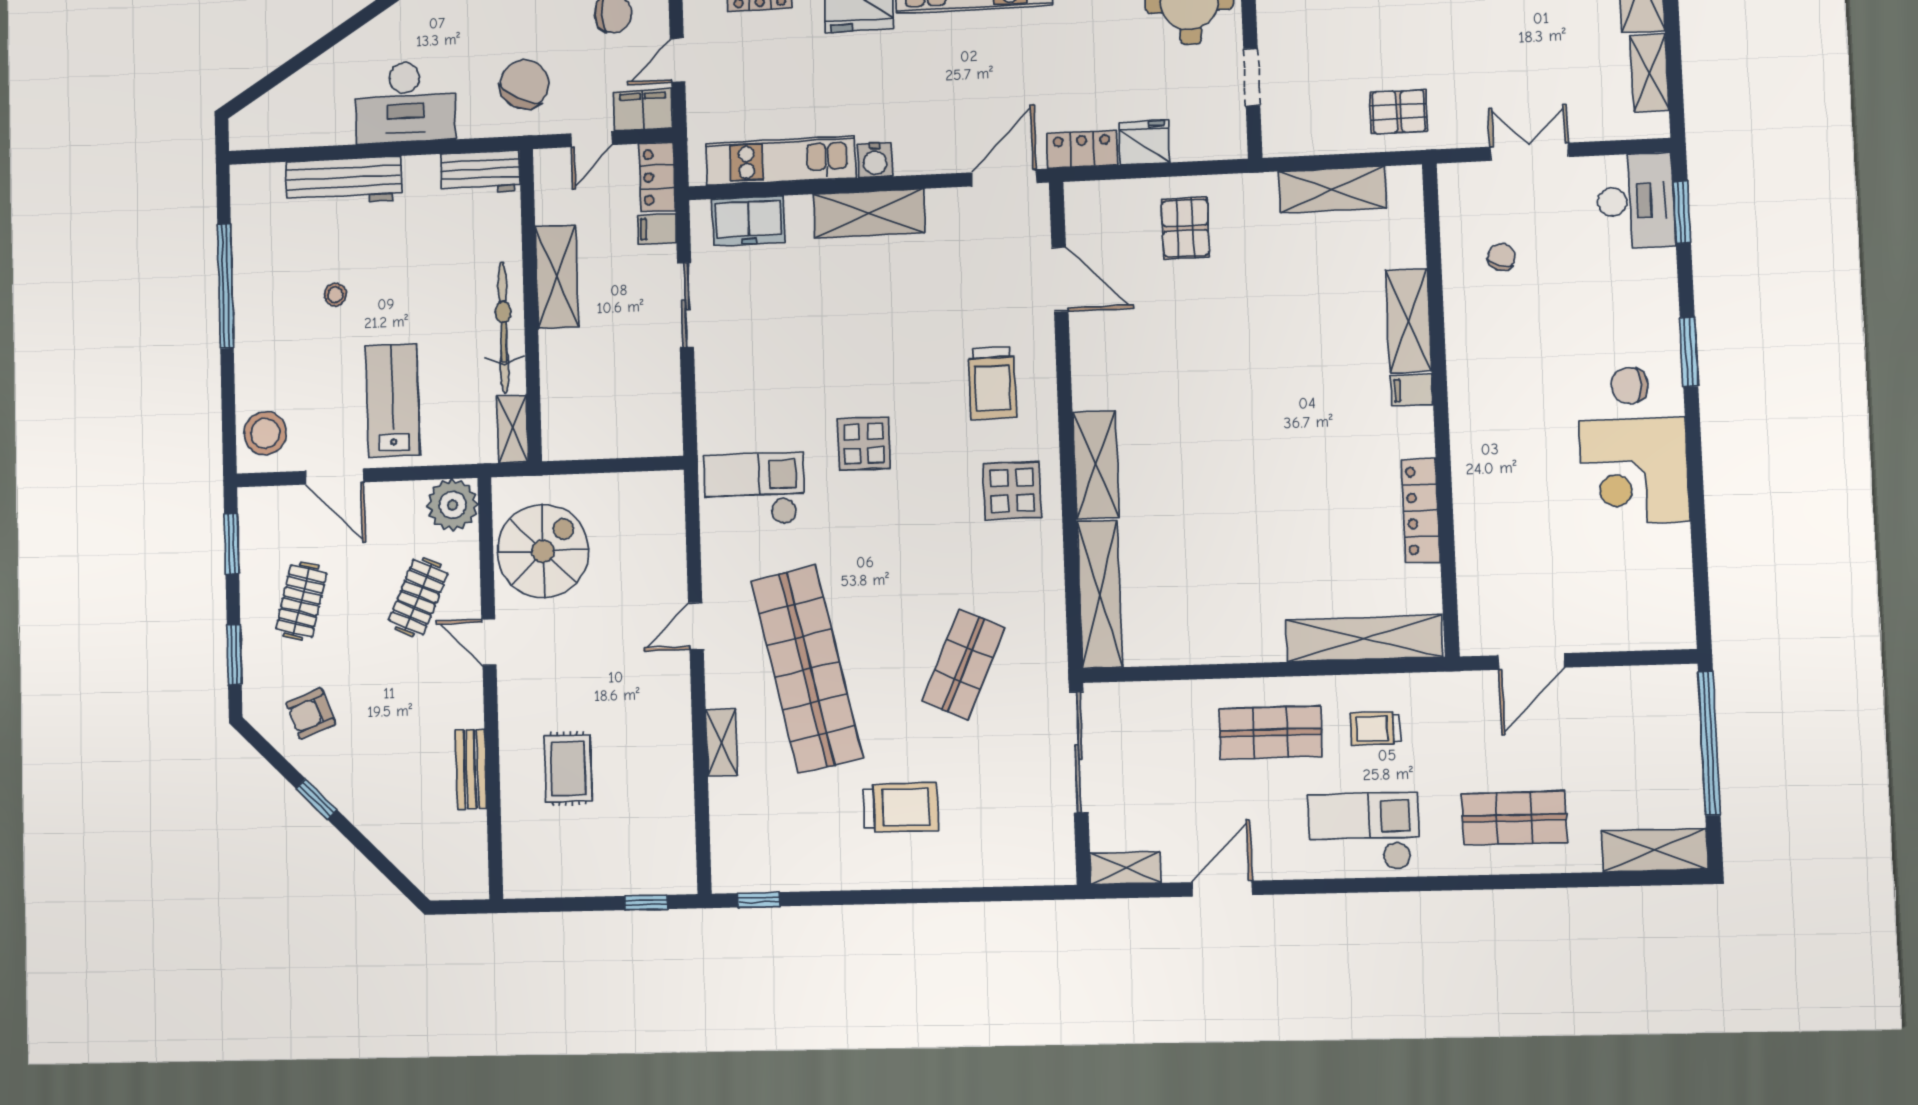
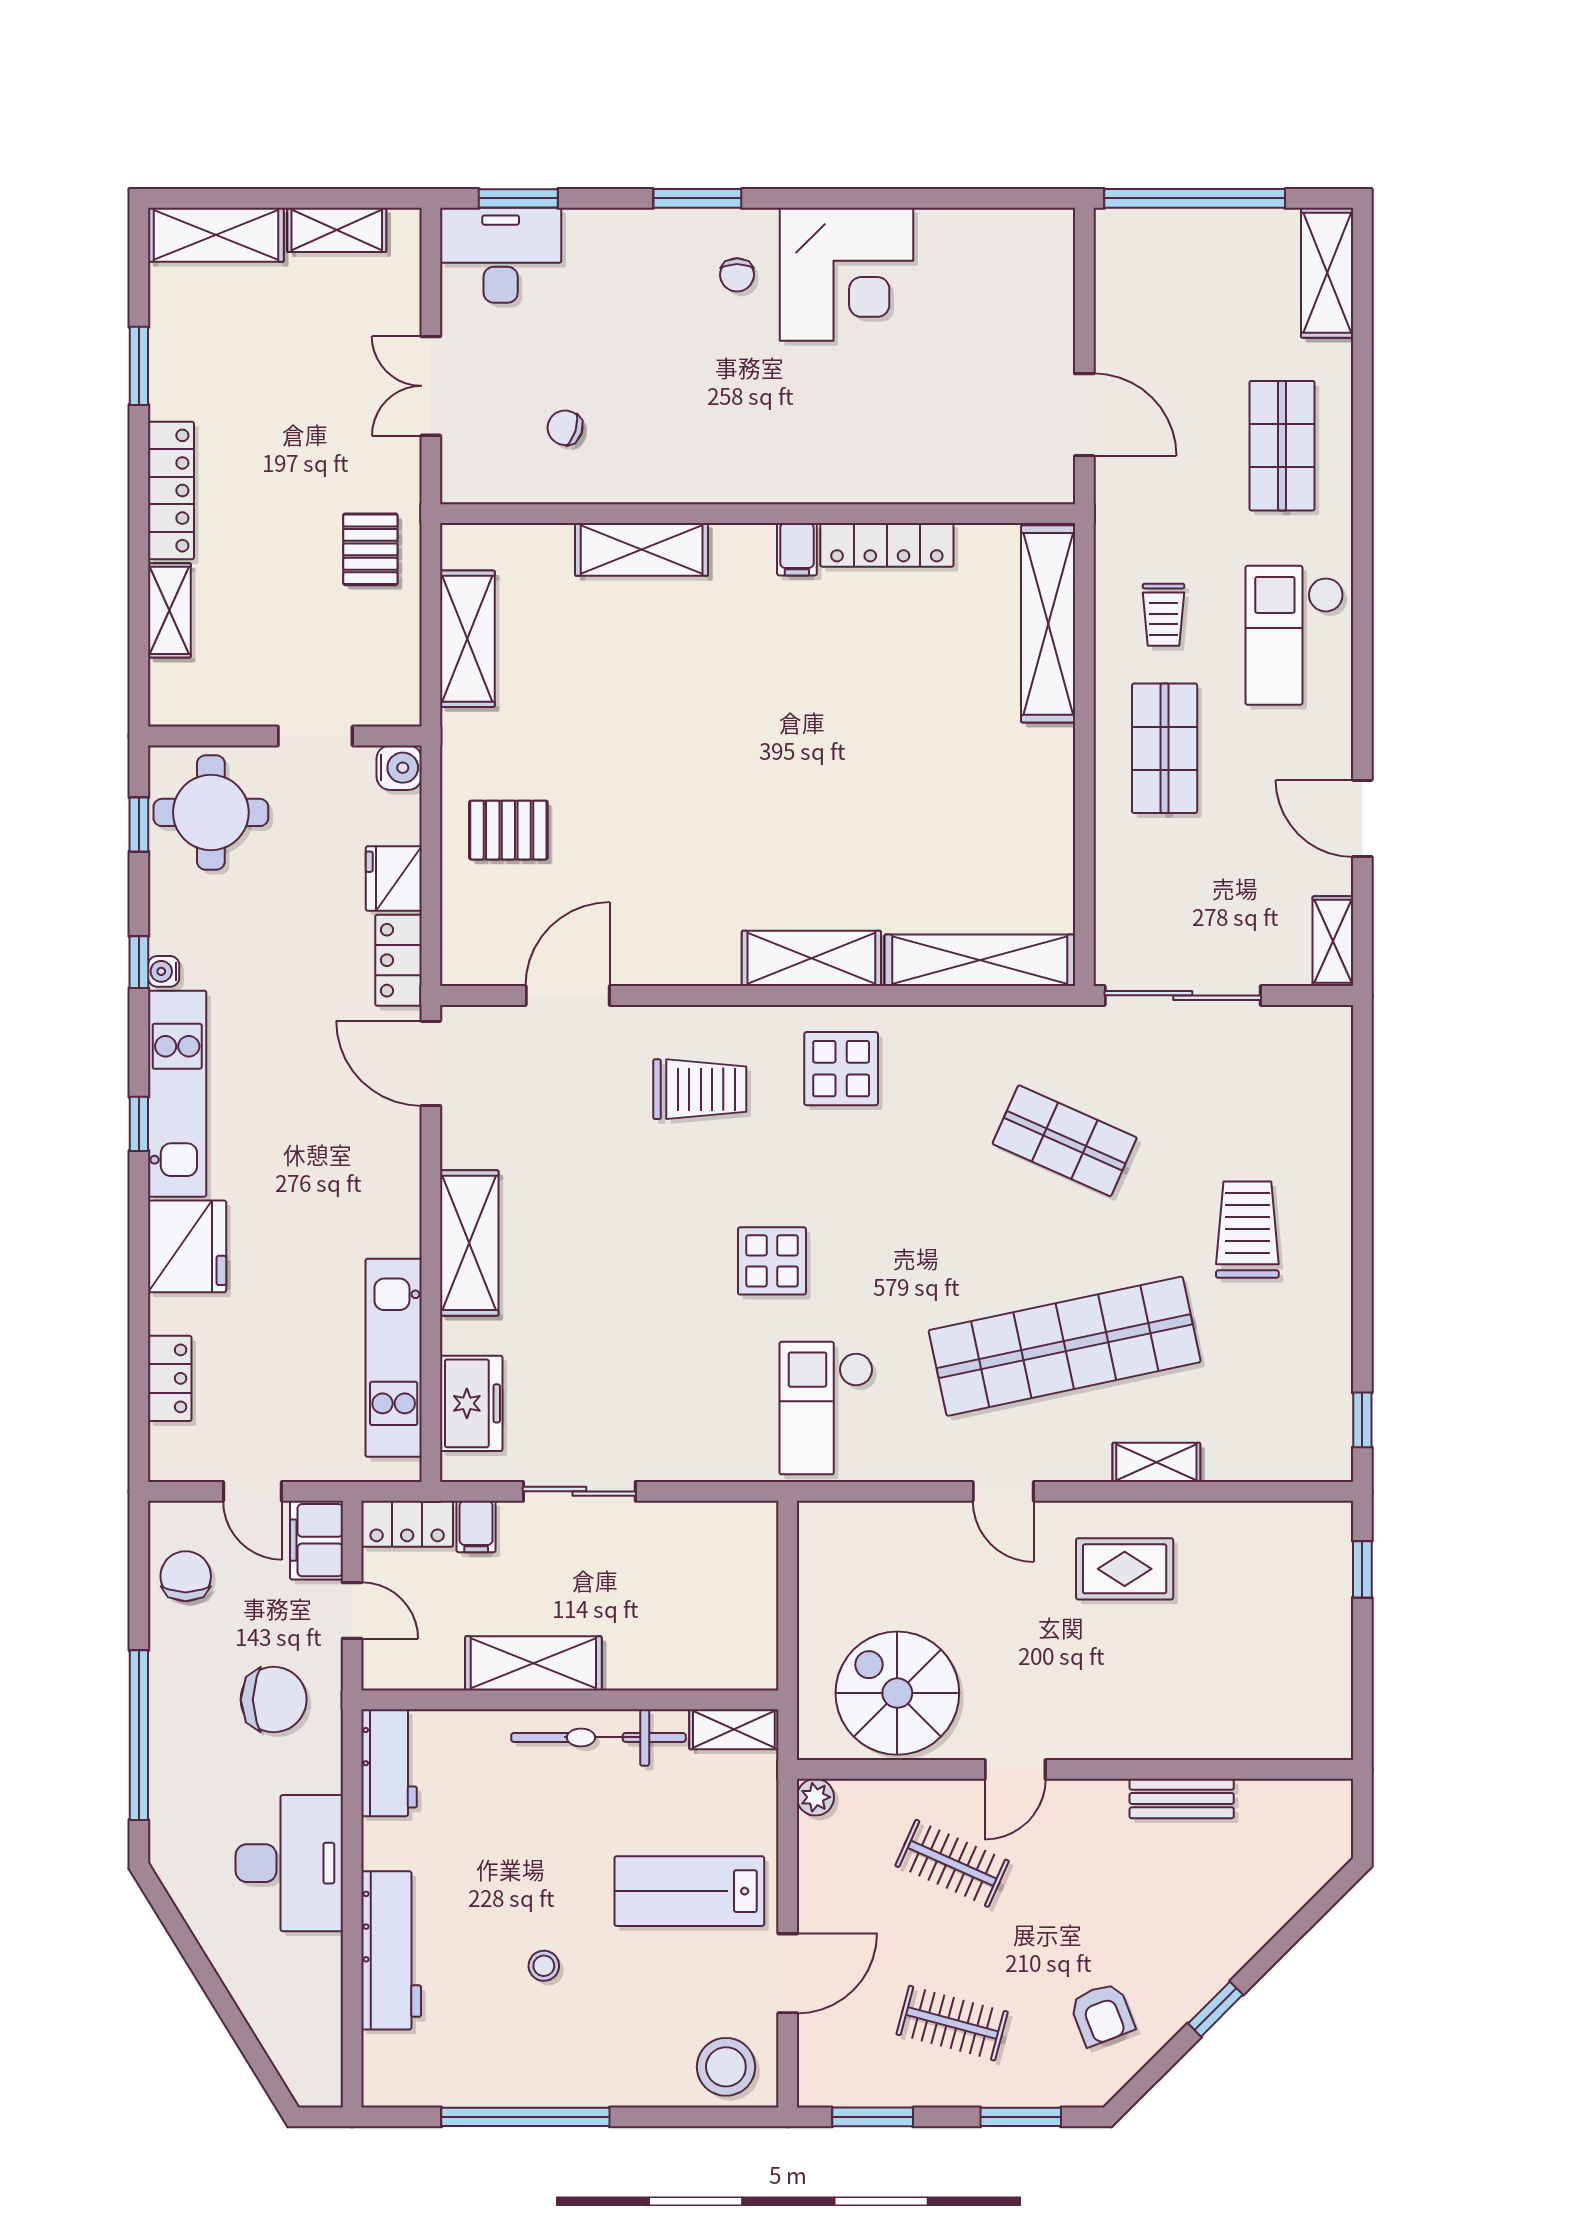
chair: (524, 84) -> (274, 1700), turned 153
water cooler: (875, 160) -> (399, 768), moved
chair: (1629, 385) -> (737, 275), width x0.73, depth x0.73
filing cabinet: (1412, 390) -> (797, 549), moved
plant: (453, 505) -> (815, 1797), width x0.53, depth x0.53
rug: (568, 768) -> (1125, 1569), moved

